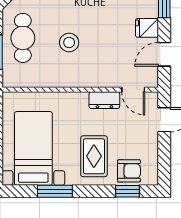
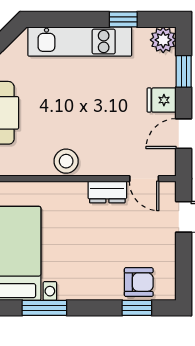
stool: (69, 42) -> (66, 161), moved
rug: (94, 156) -> (94, 263), removed

